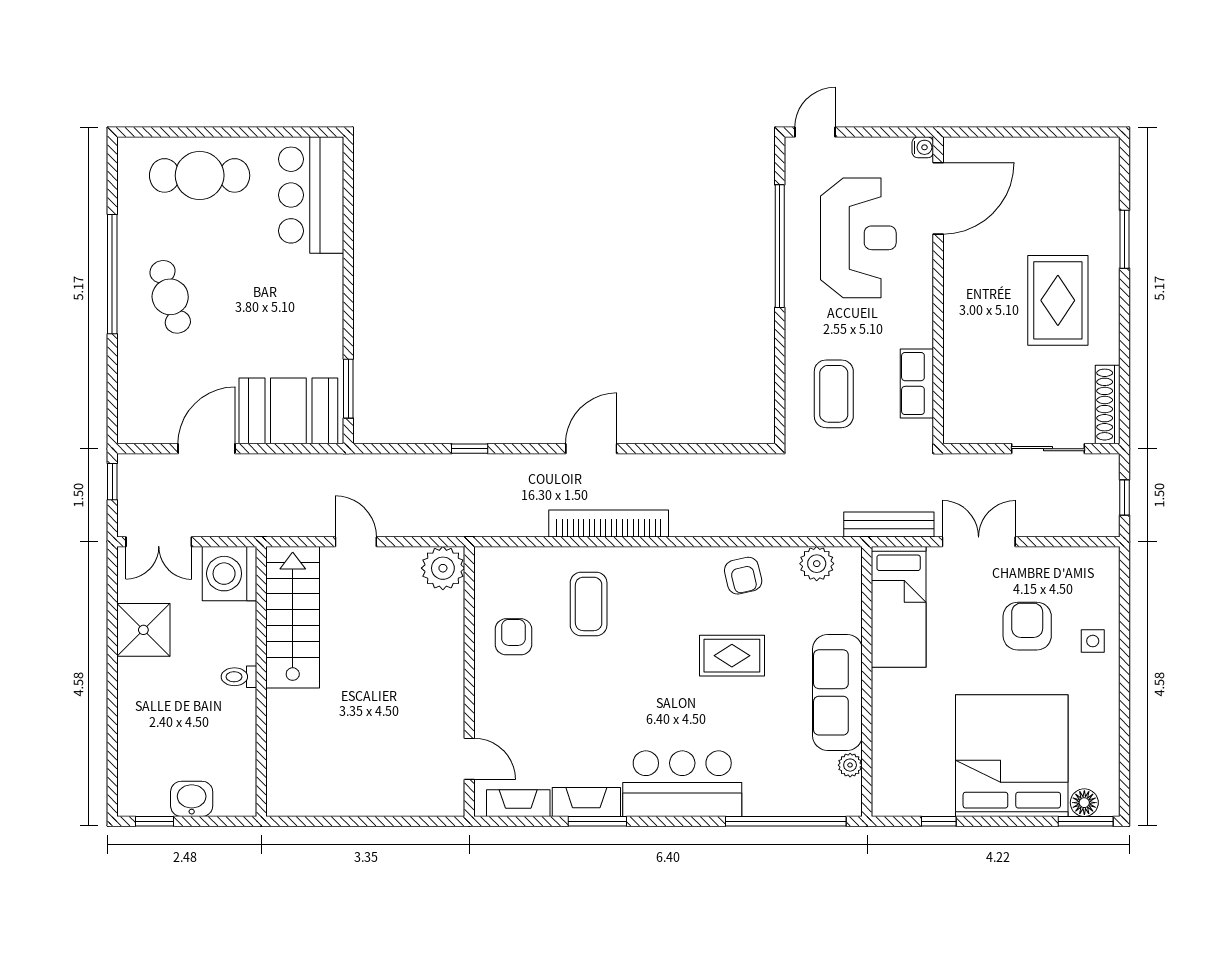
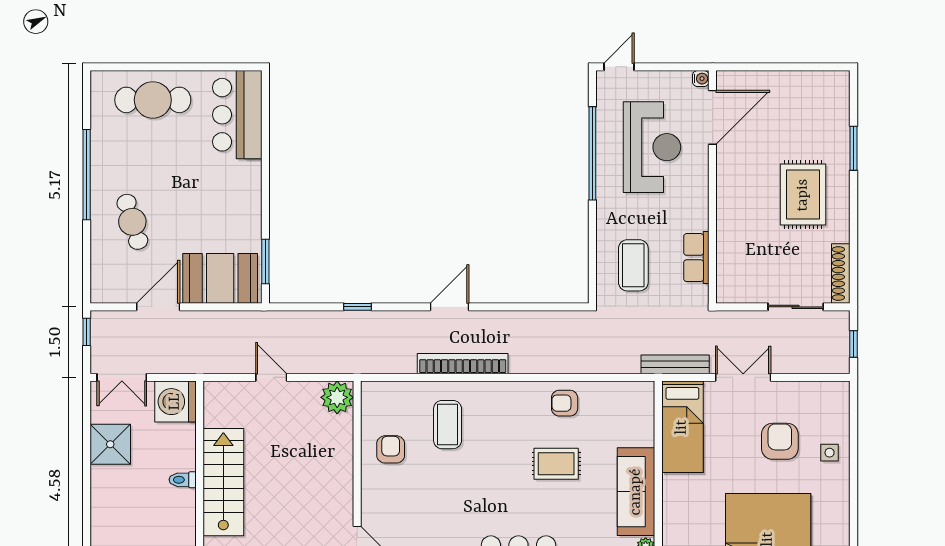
cafe table: (170, 297) -> (132, 222), moved
plant: (817, 564) -> (620, 394), removed
armchair: (743, 576) -> (565, 403), turned 103
stairs: (293, 617) -> (223, 482), moved

